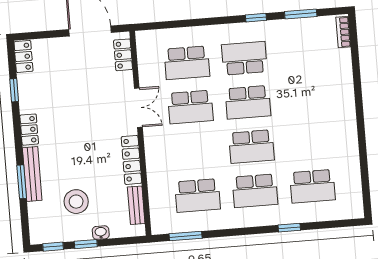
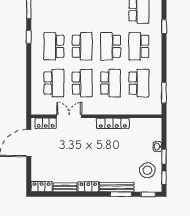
window: (14, 90) -> (148, 194), moved
double door: (138, 108) -> (69, 116), moved
school desk: (251, 147) -> (111, 46), turned 180
school desk: (194, 151) -> (111, 83), added
school desk: (255, 191) -> (139, 46), turned 180
stool: (76, 202) -> (147, 170), moved
bench: (136, 205) -> (65, 187), moved

